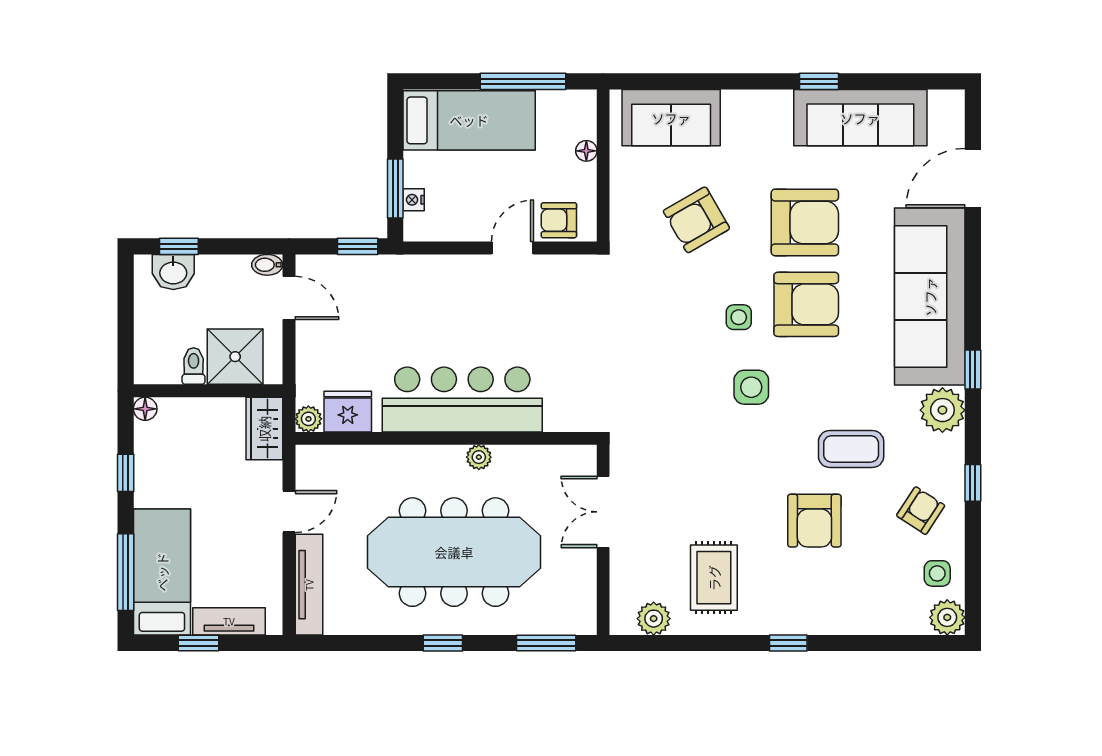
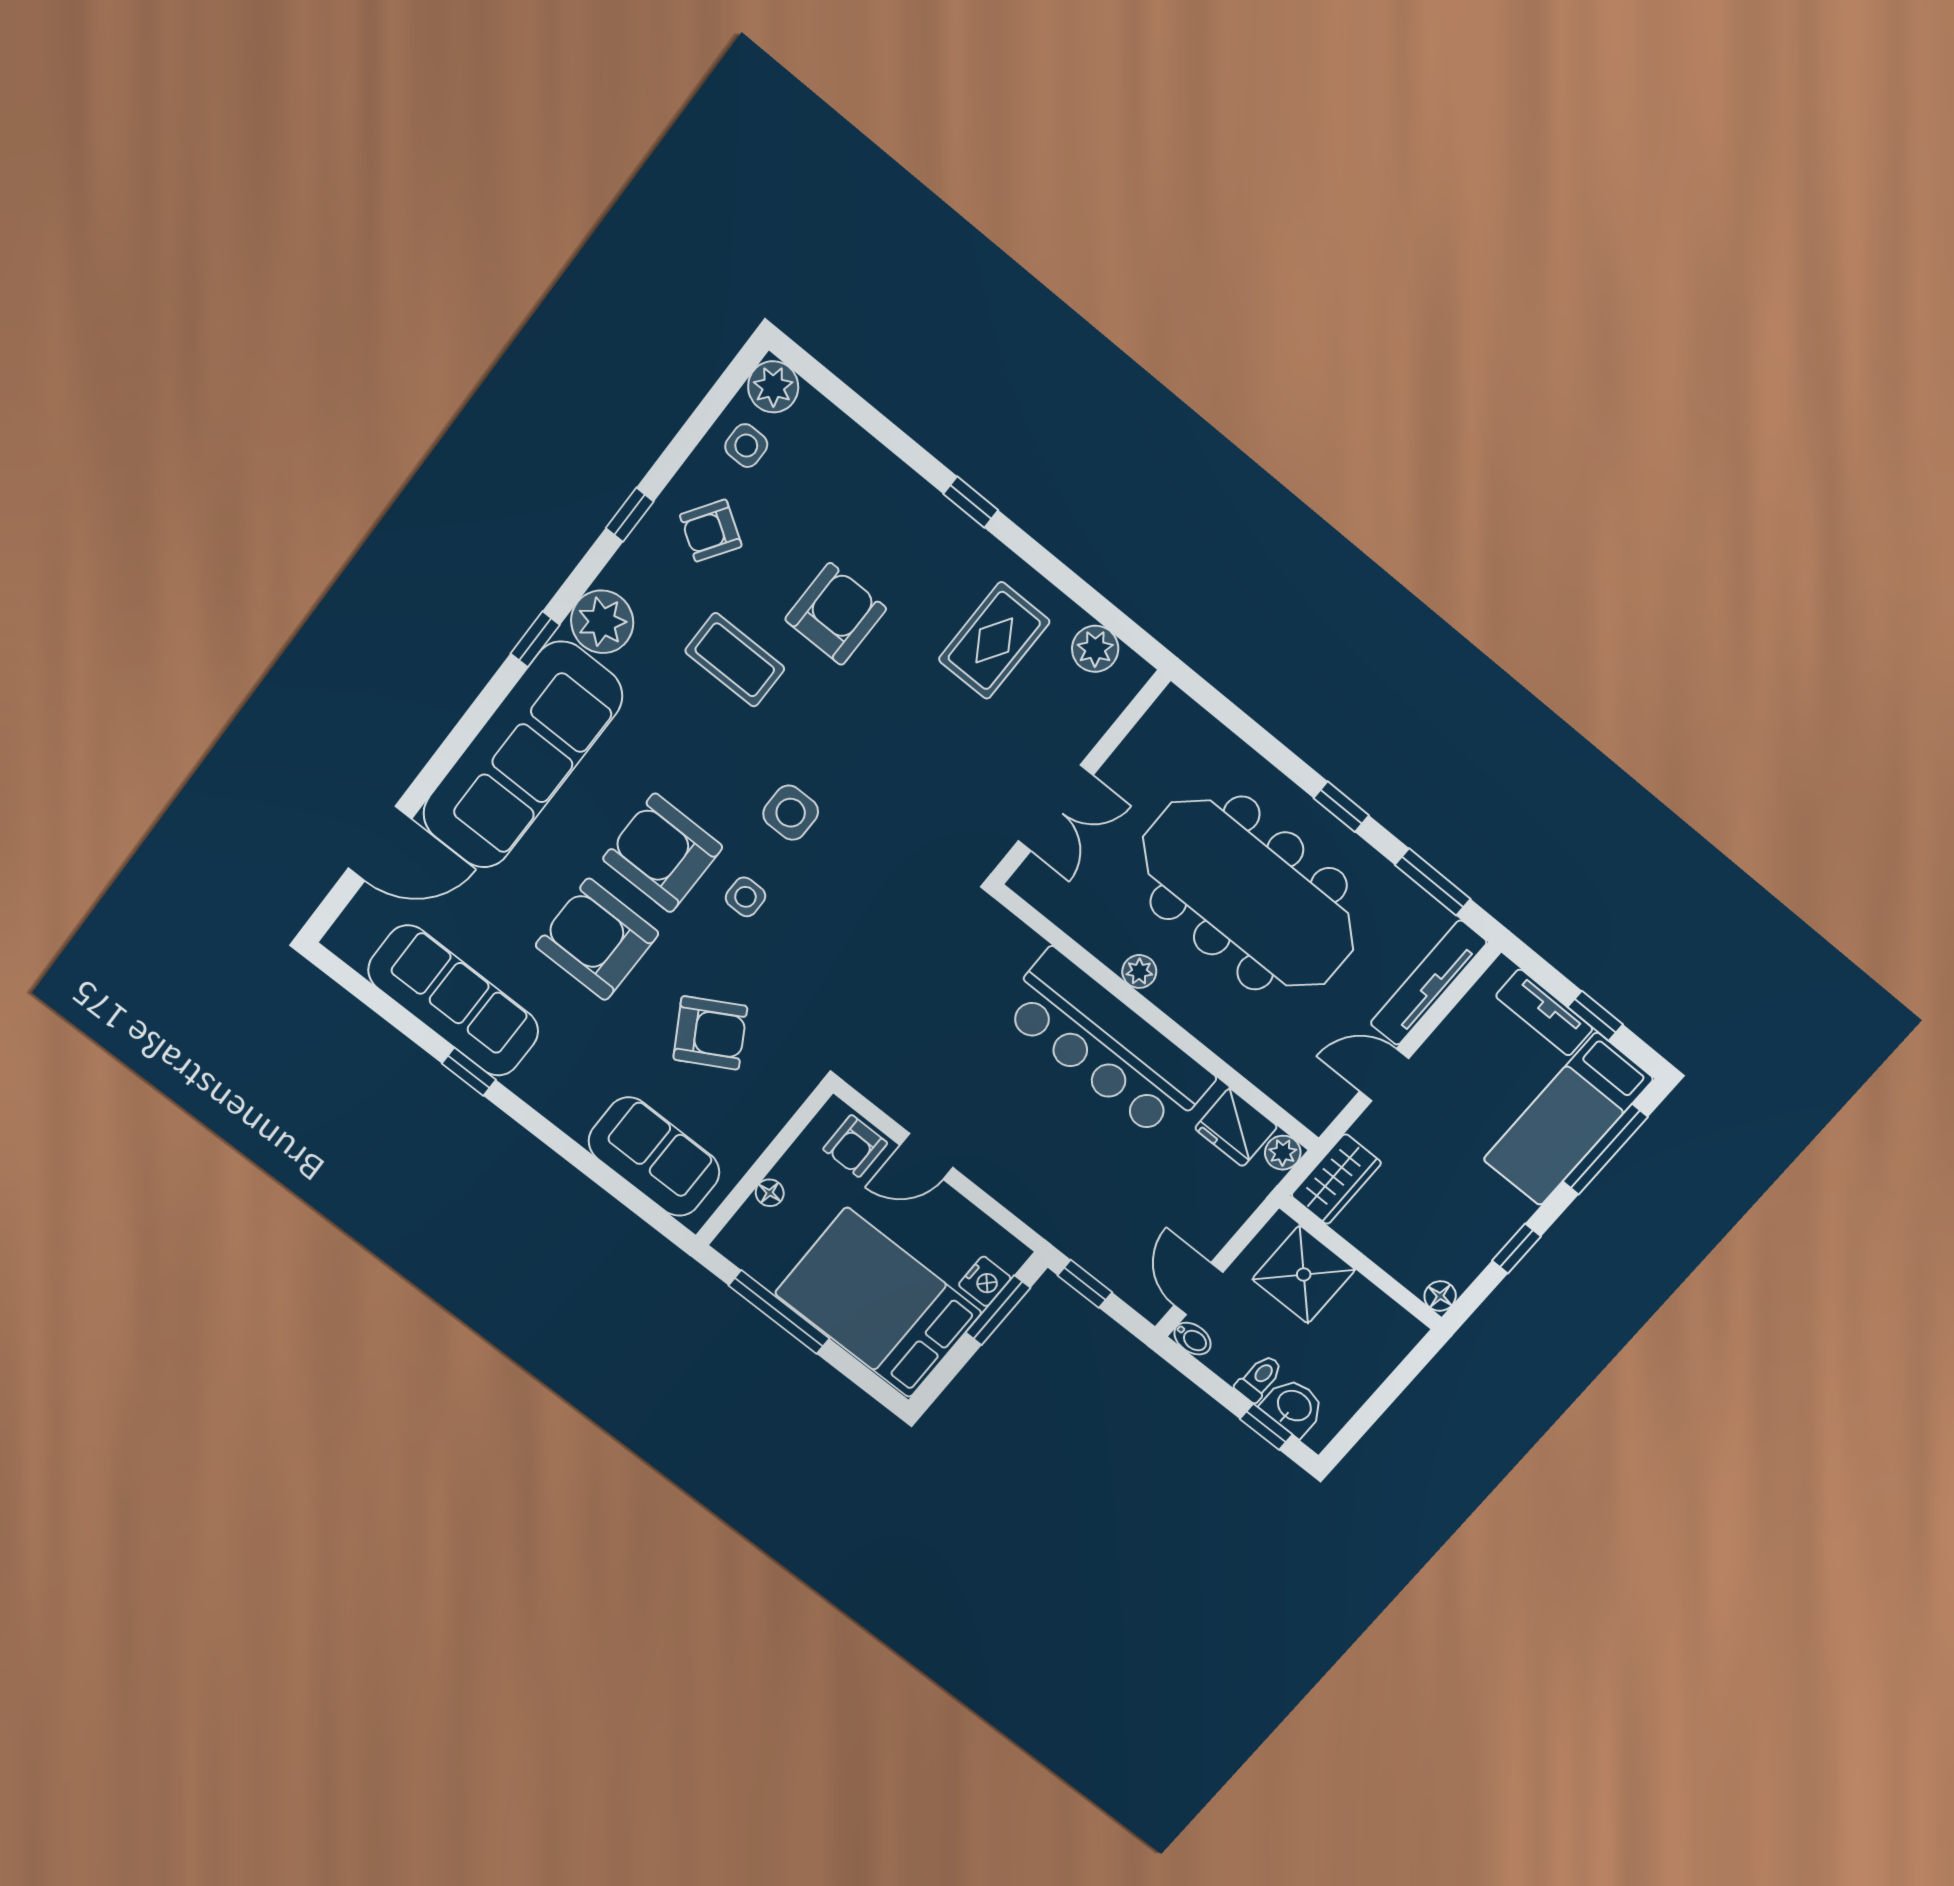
bed: (469, 120) -> (878, 1303), width x1.50
nightstand: (414, 200) -> (985, 1281), width x1.39, depth x1.35
armchair: (559, 220) -> (855, 1146), turned 90
toilet: (194, 366) -> (1259, 1378), moved, turned 180
window: (546, 643) -> (1433, 882), moved

